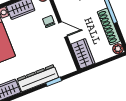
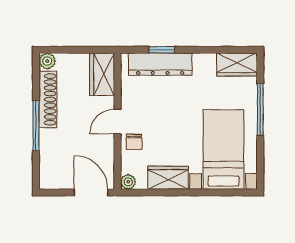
door: (63, 30) -> (118, 122), hinge flipped
dresser: (38, 78) -> (160, 64), moved

